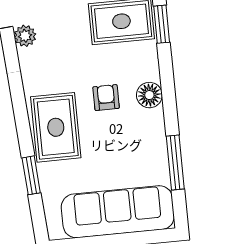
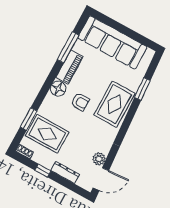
armchair: (106, 98) -> (80, 102), turned -90
piano: (154, 136) -> (70, 67), added

